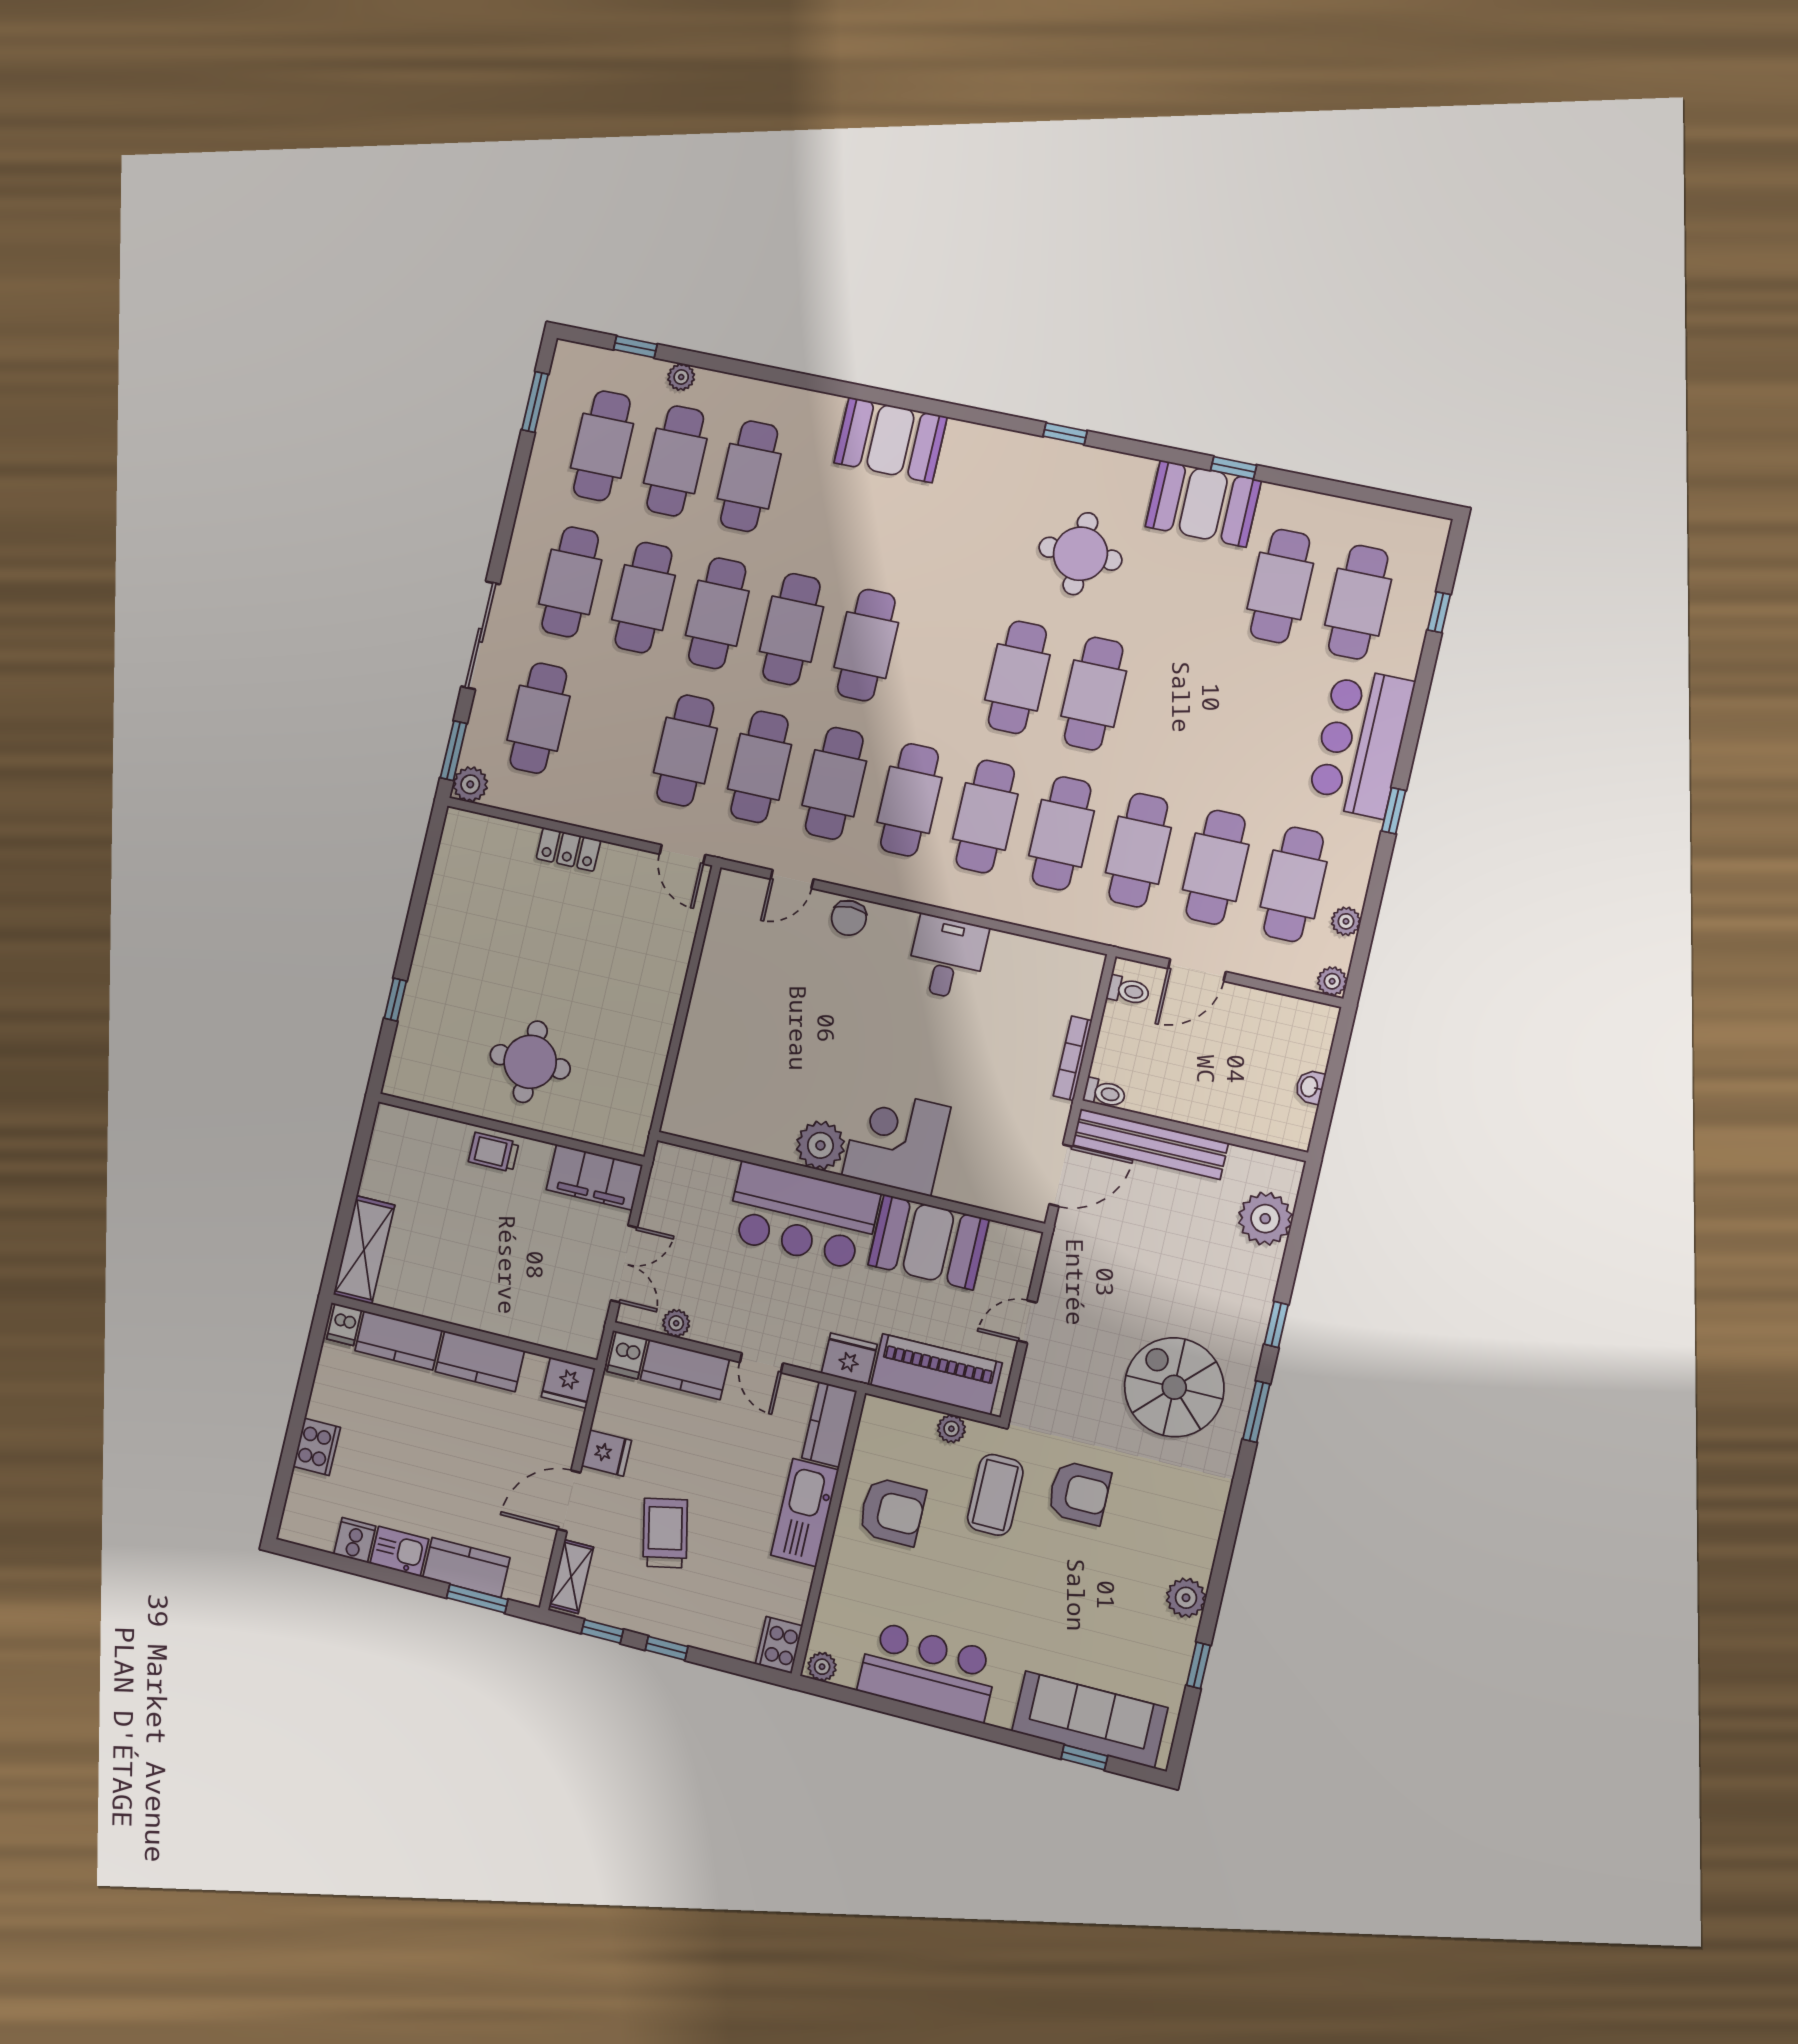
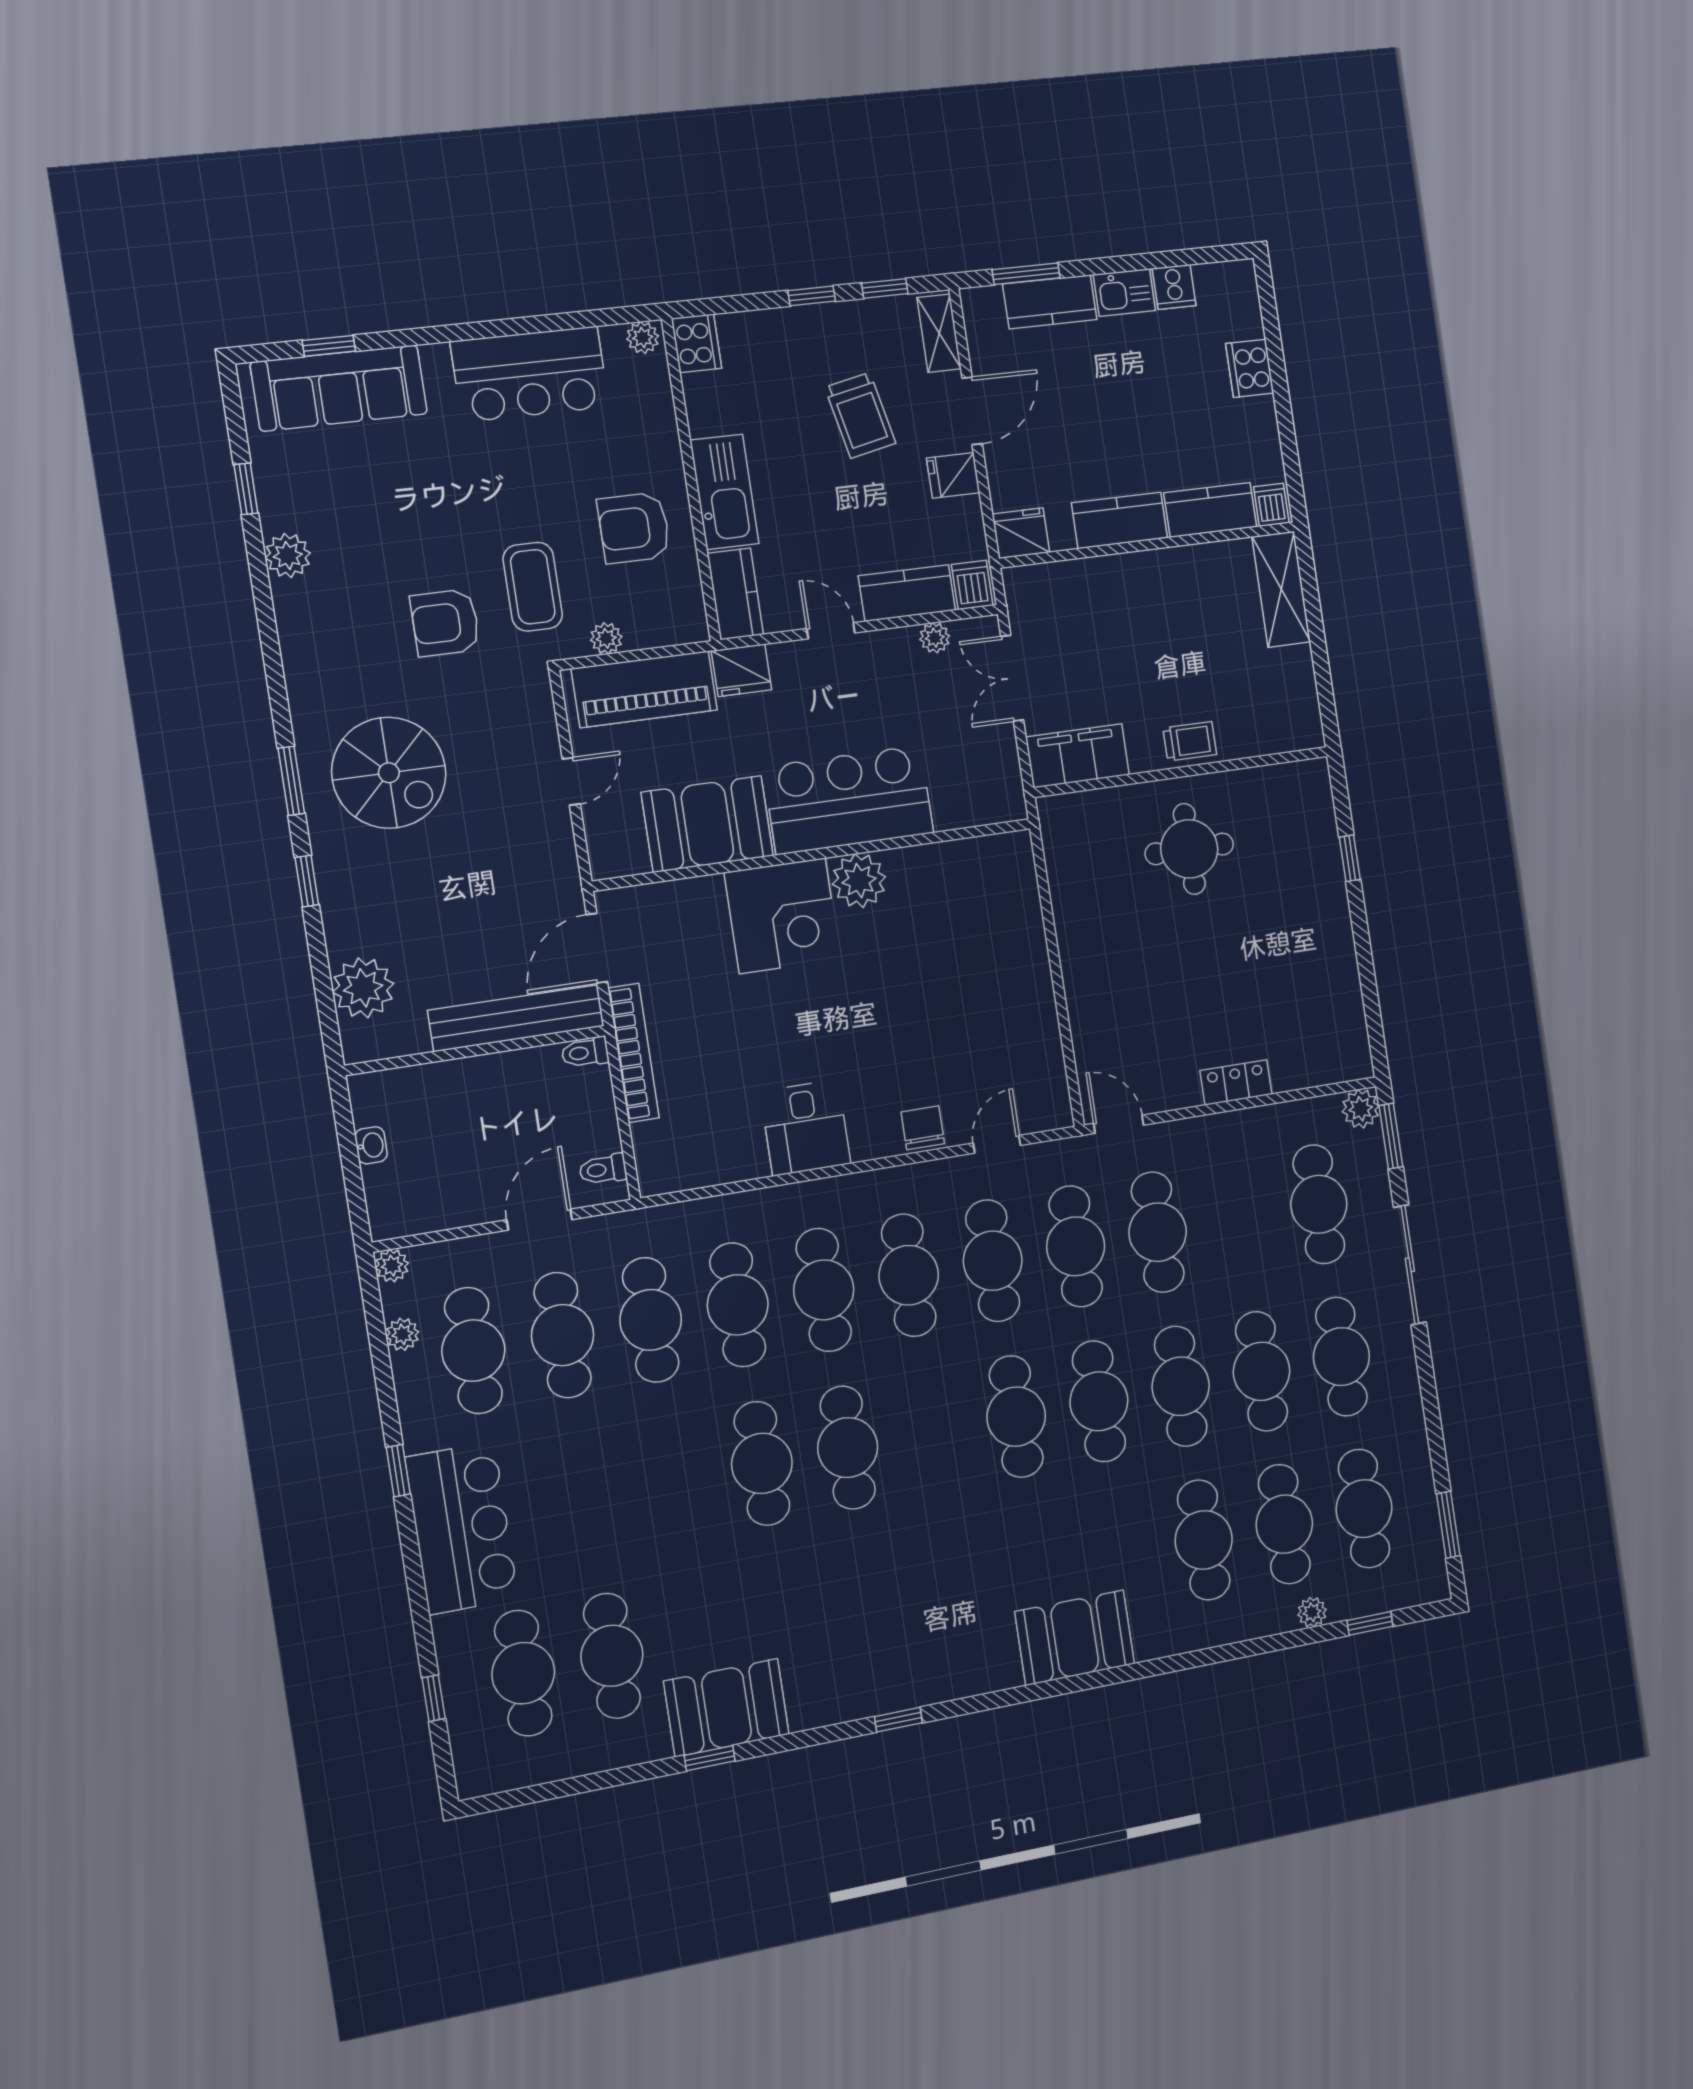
round table: (1080, 554) -> (833, 1602), removed
bookcase: (1073, 1058) -> (633, 1053), width x1.48, depth x1.31

